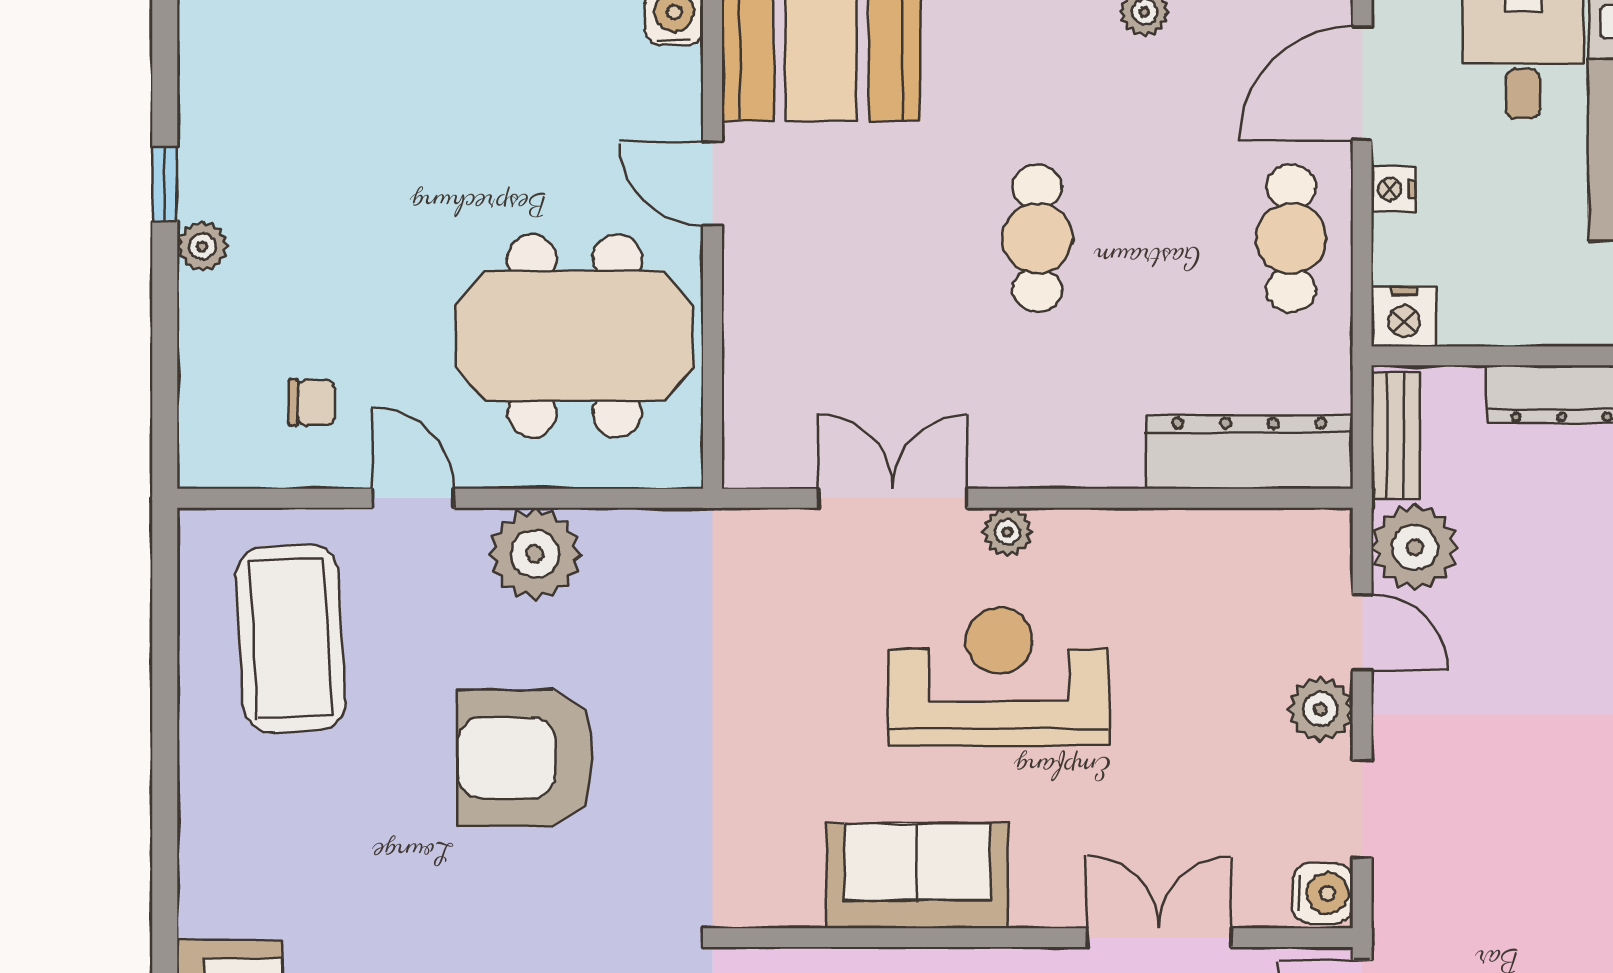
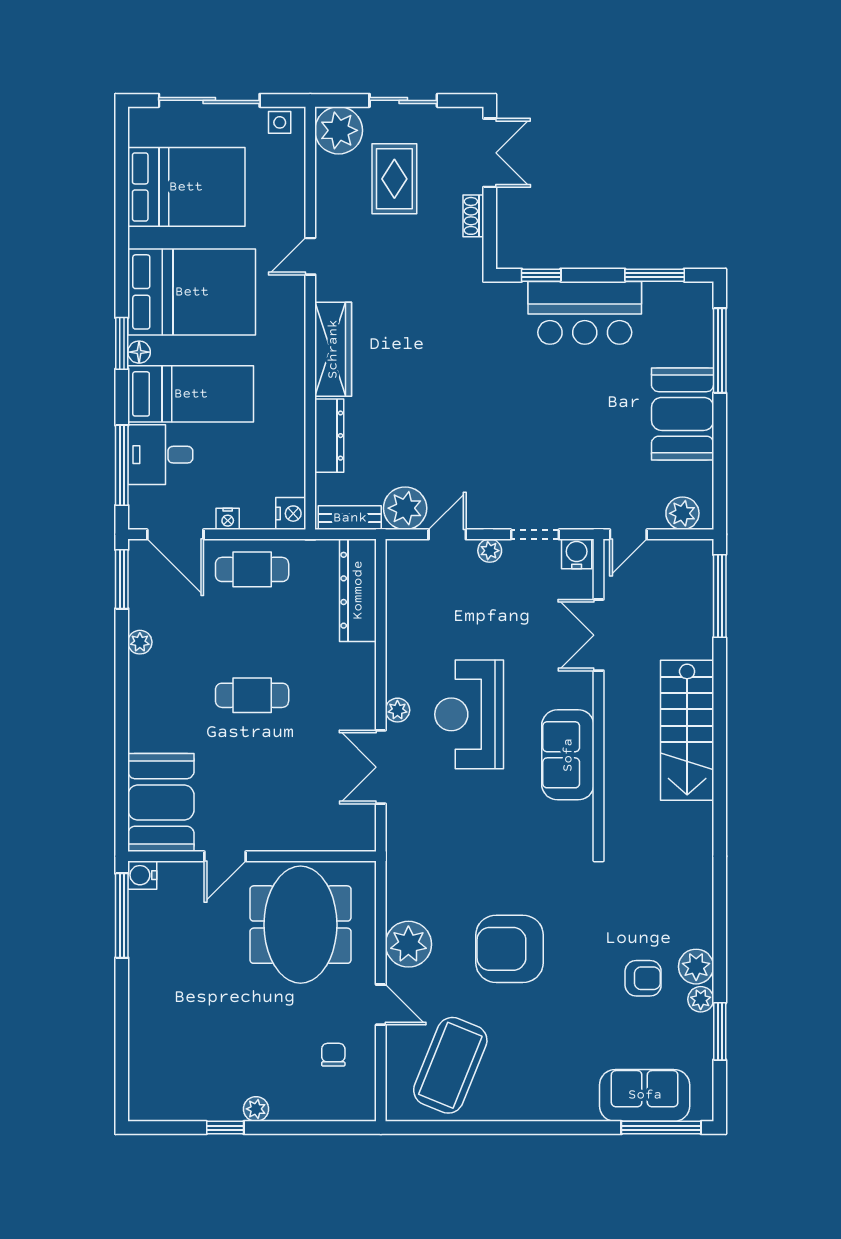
door: (413, 498) -> (381, 1005), swing flipped
coffee table: (291, 638) -> (450, 1065), turned -65
plant: (1320, 709) -> (490, 551), width x0.73, depth x0.73
armchair: (526, 758) -> (509, 949), turned 90

